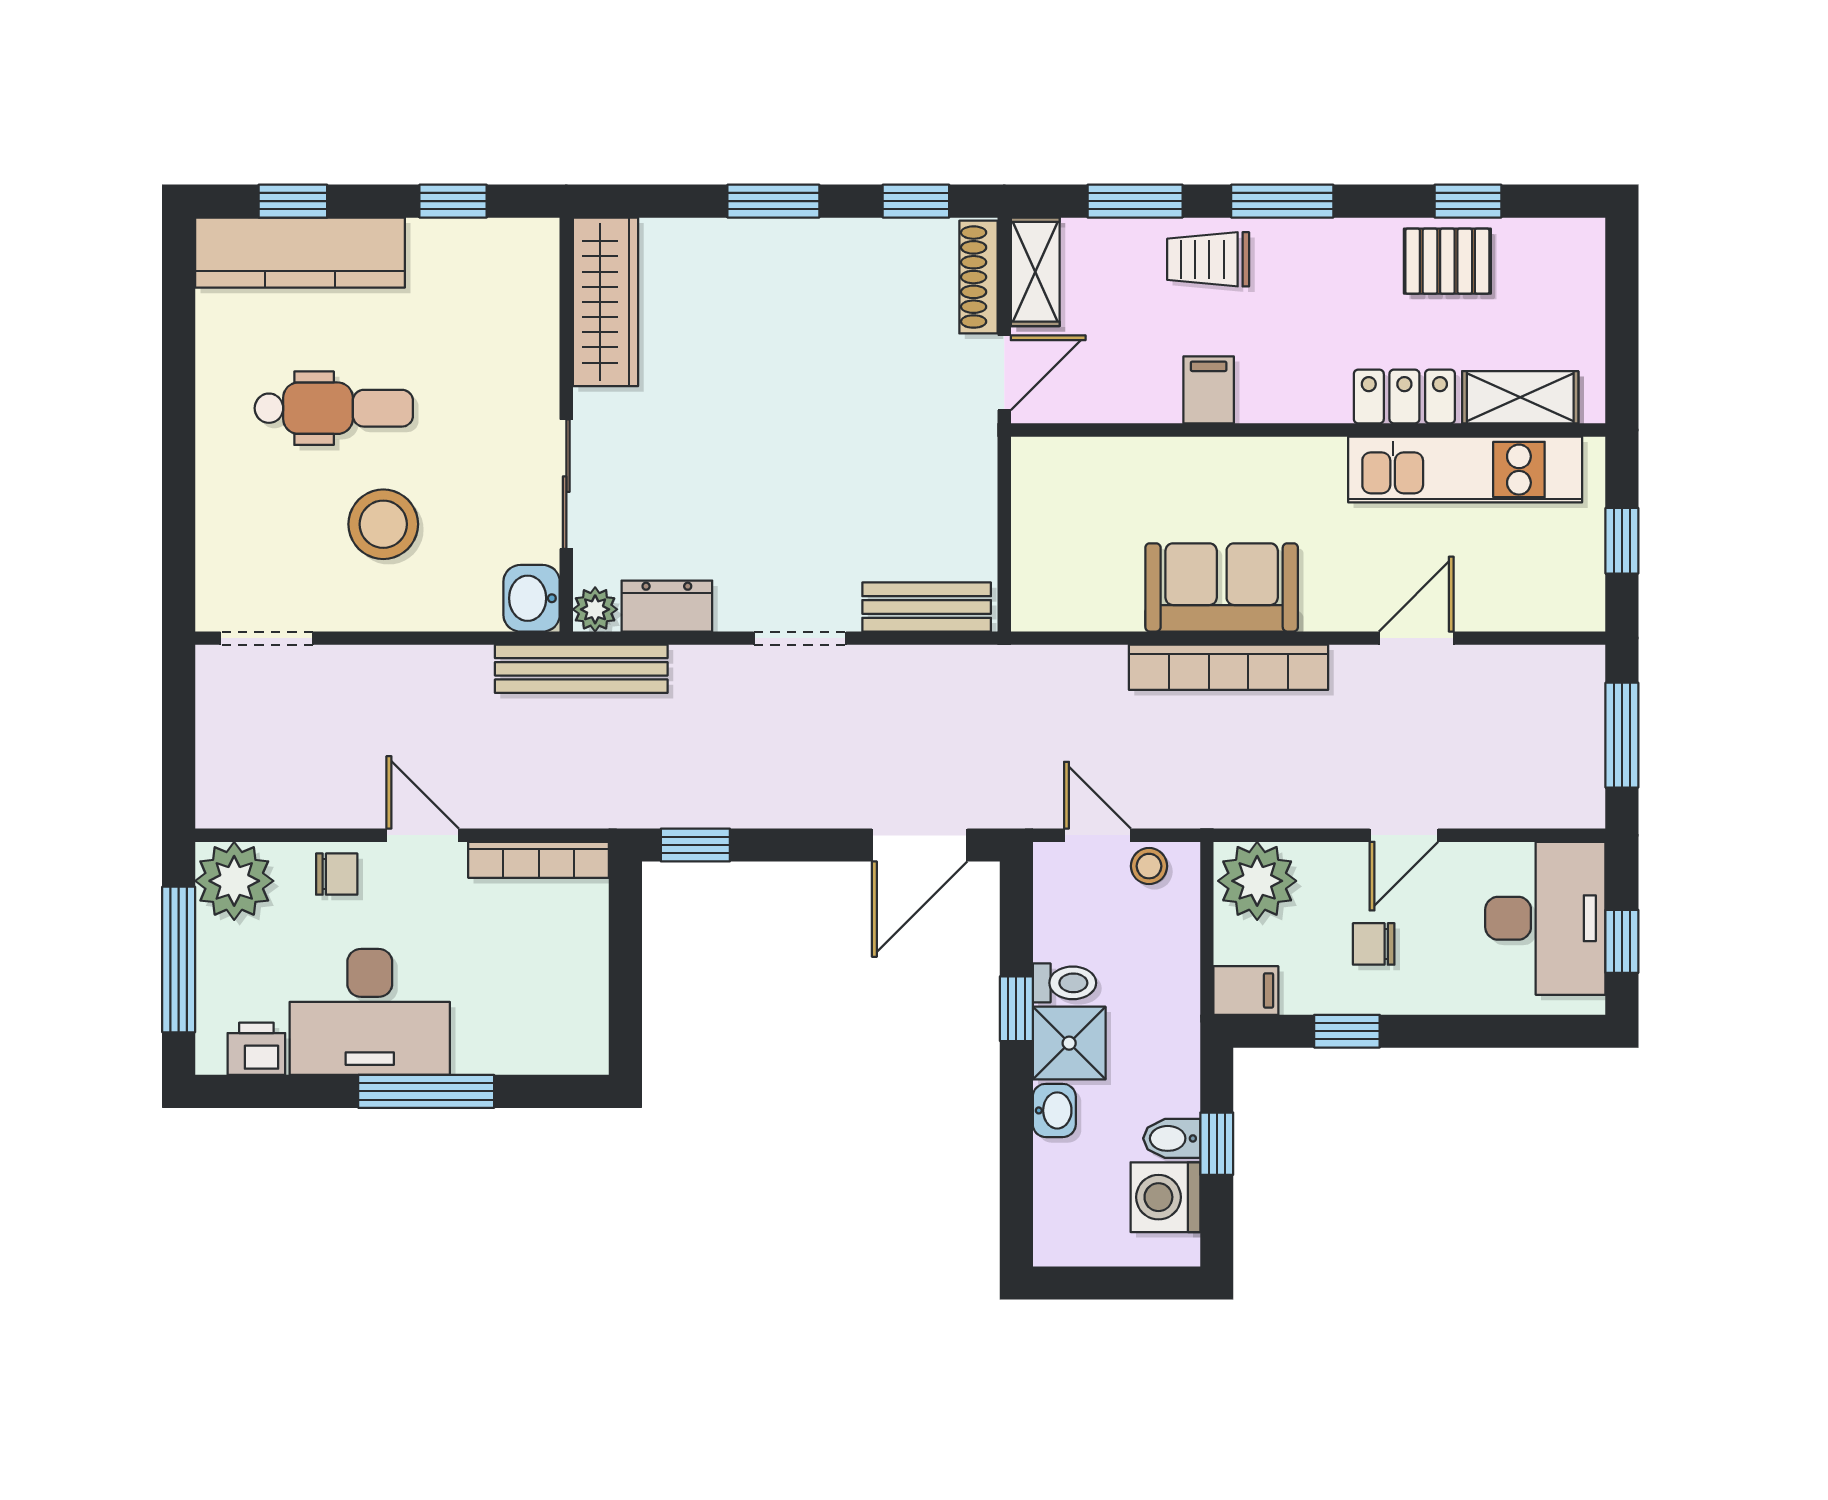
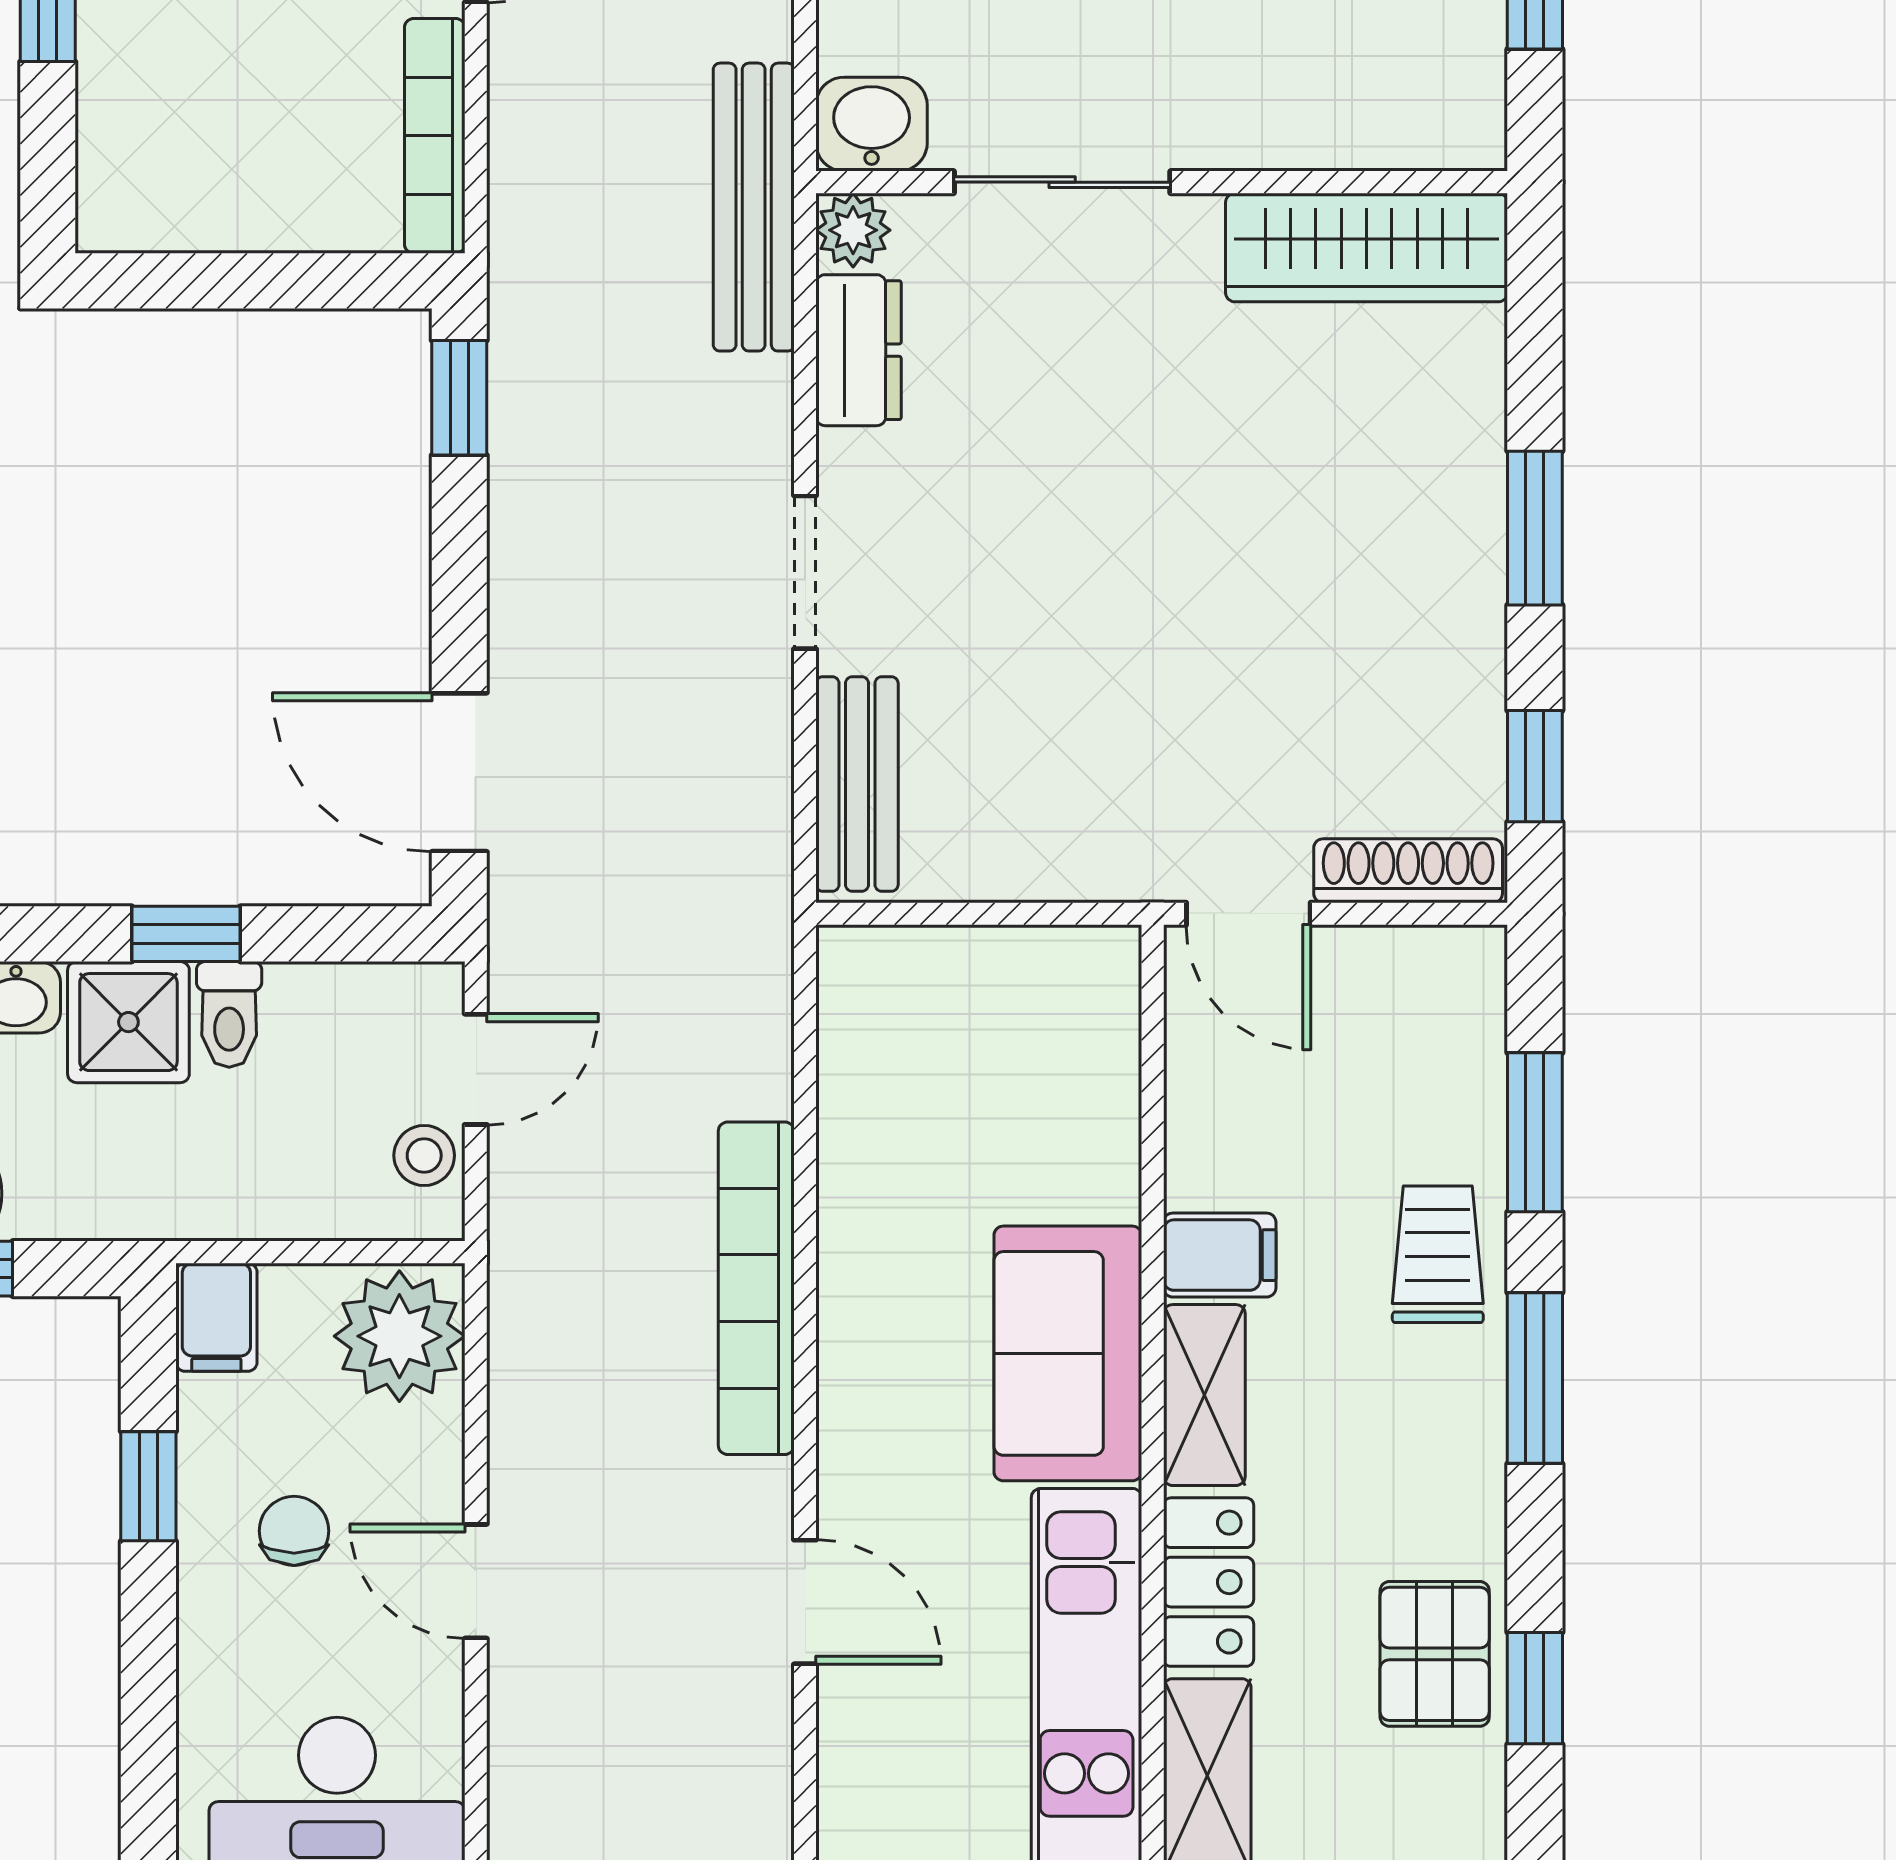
shelving: (1035, 272) -> (1204, 1395), moved, turned 90
sofa: (1222, 587) -> (1068, 1353), moved, turned 180

